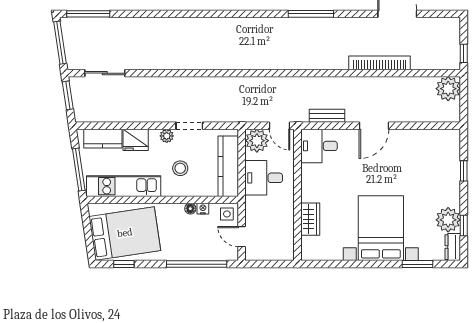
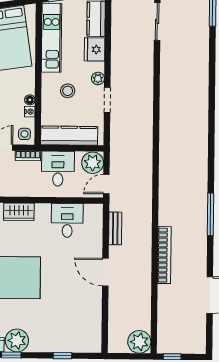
bookcase: (380, 63) -> (164, 255), moved
desk: (319, 146) -> (67, 220), moved
bookcase: (250, 210) -> (28, 156), added

